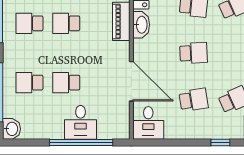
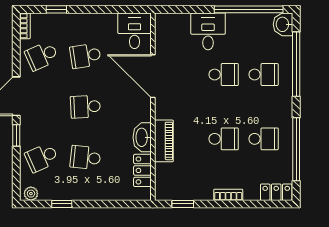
window: (81, 143) -> (249, 9), moved

